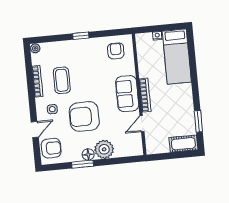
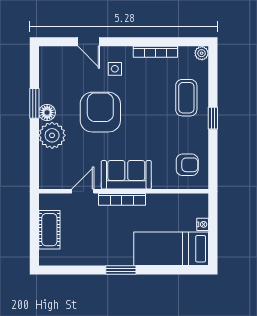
coffee table: (62, 80) -> (186, 98), moved, turned 90
window: (198, 121) -> (121, 270), moved
door: (142, 124) -> (83, 191), hinge flipped
cot: (183, 144) -> (49, 230), moved
armchair: (51, 148) -> (61, 62), removed

